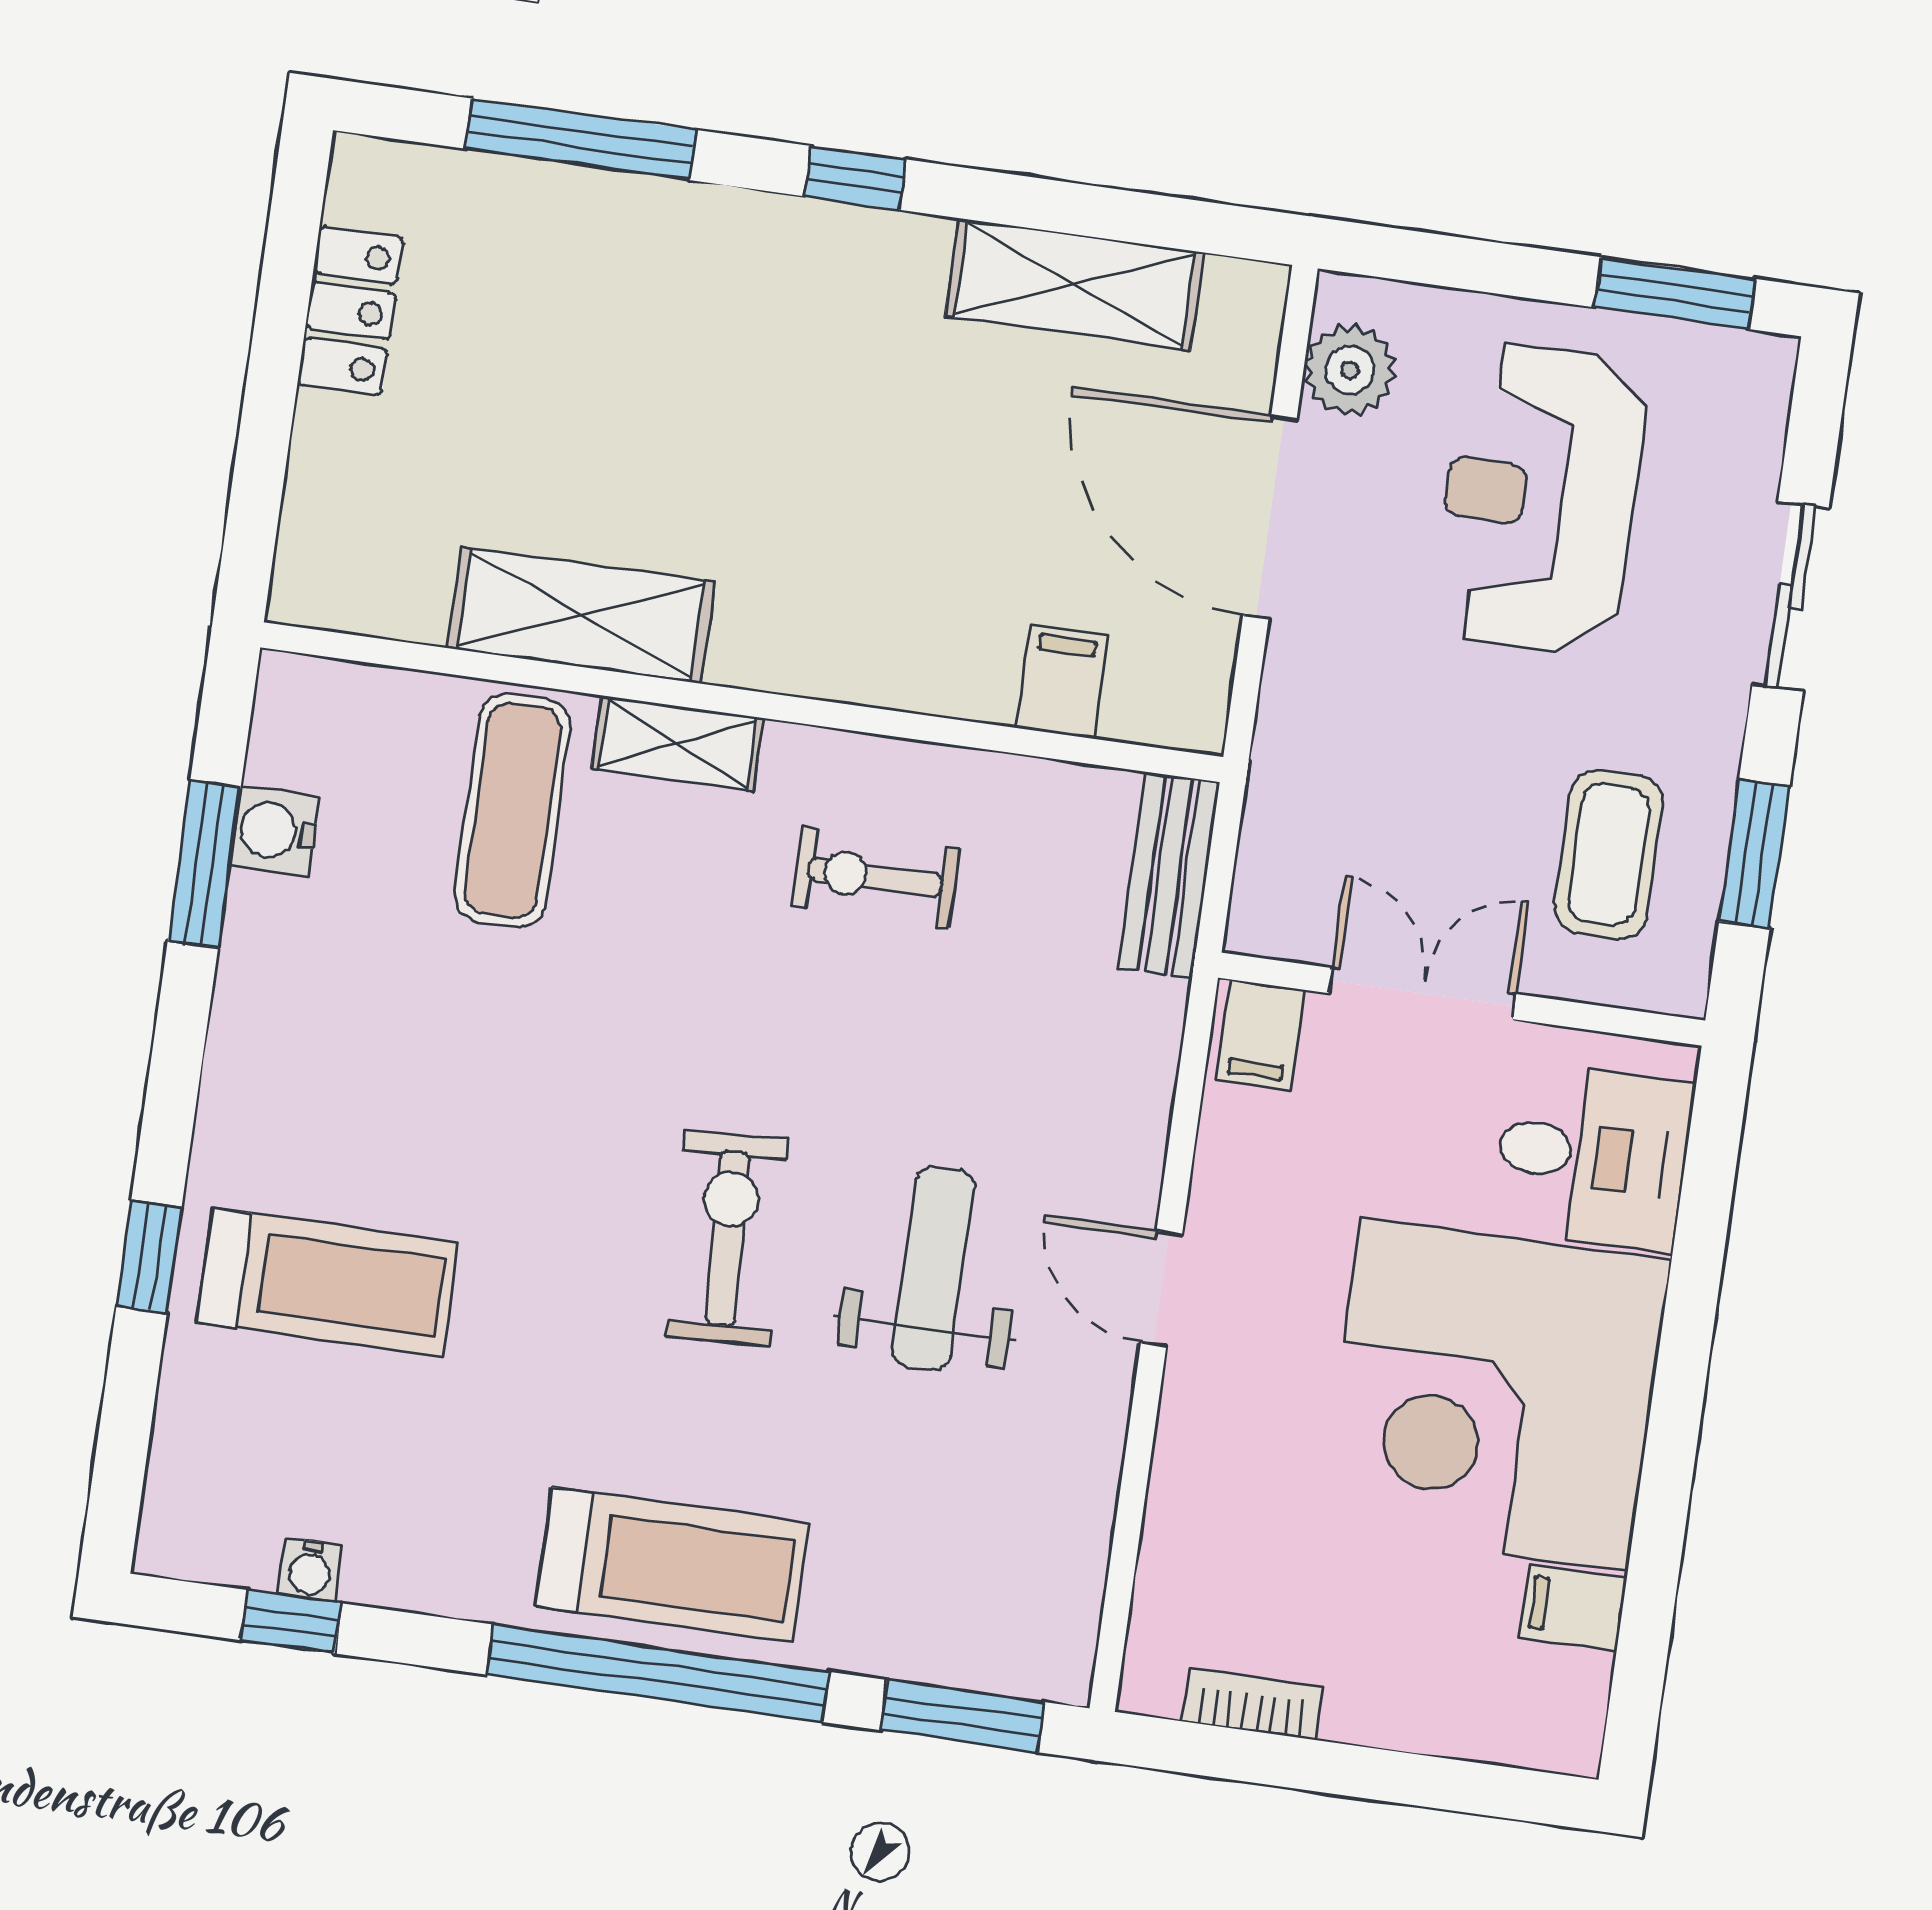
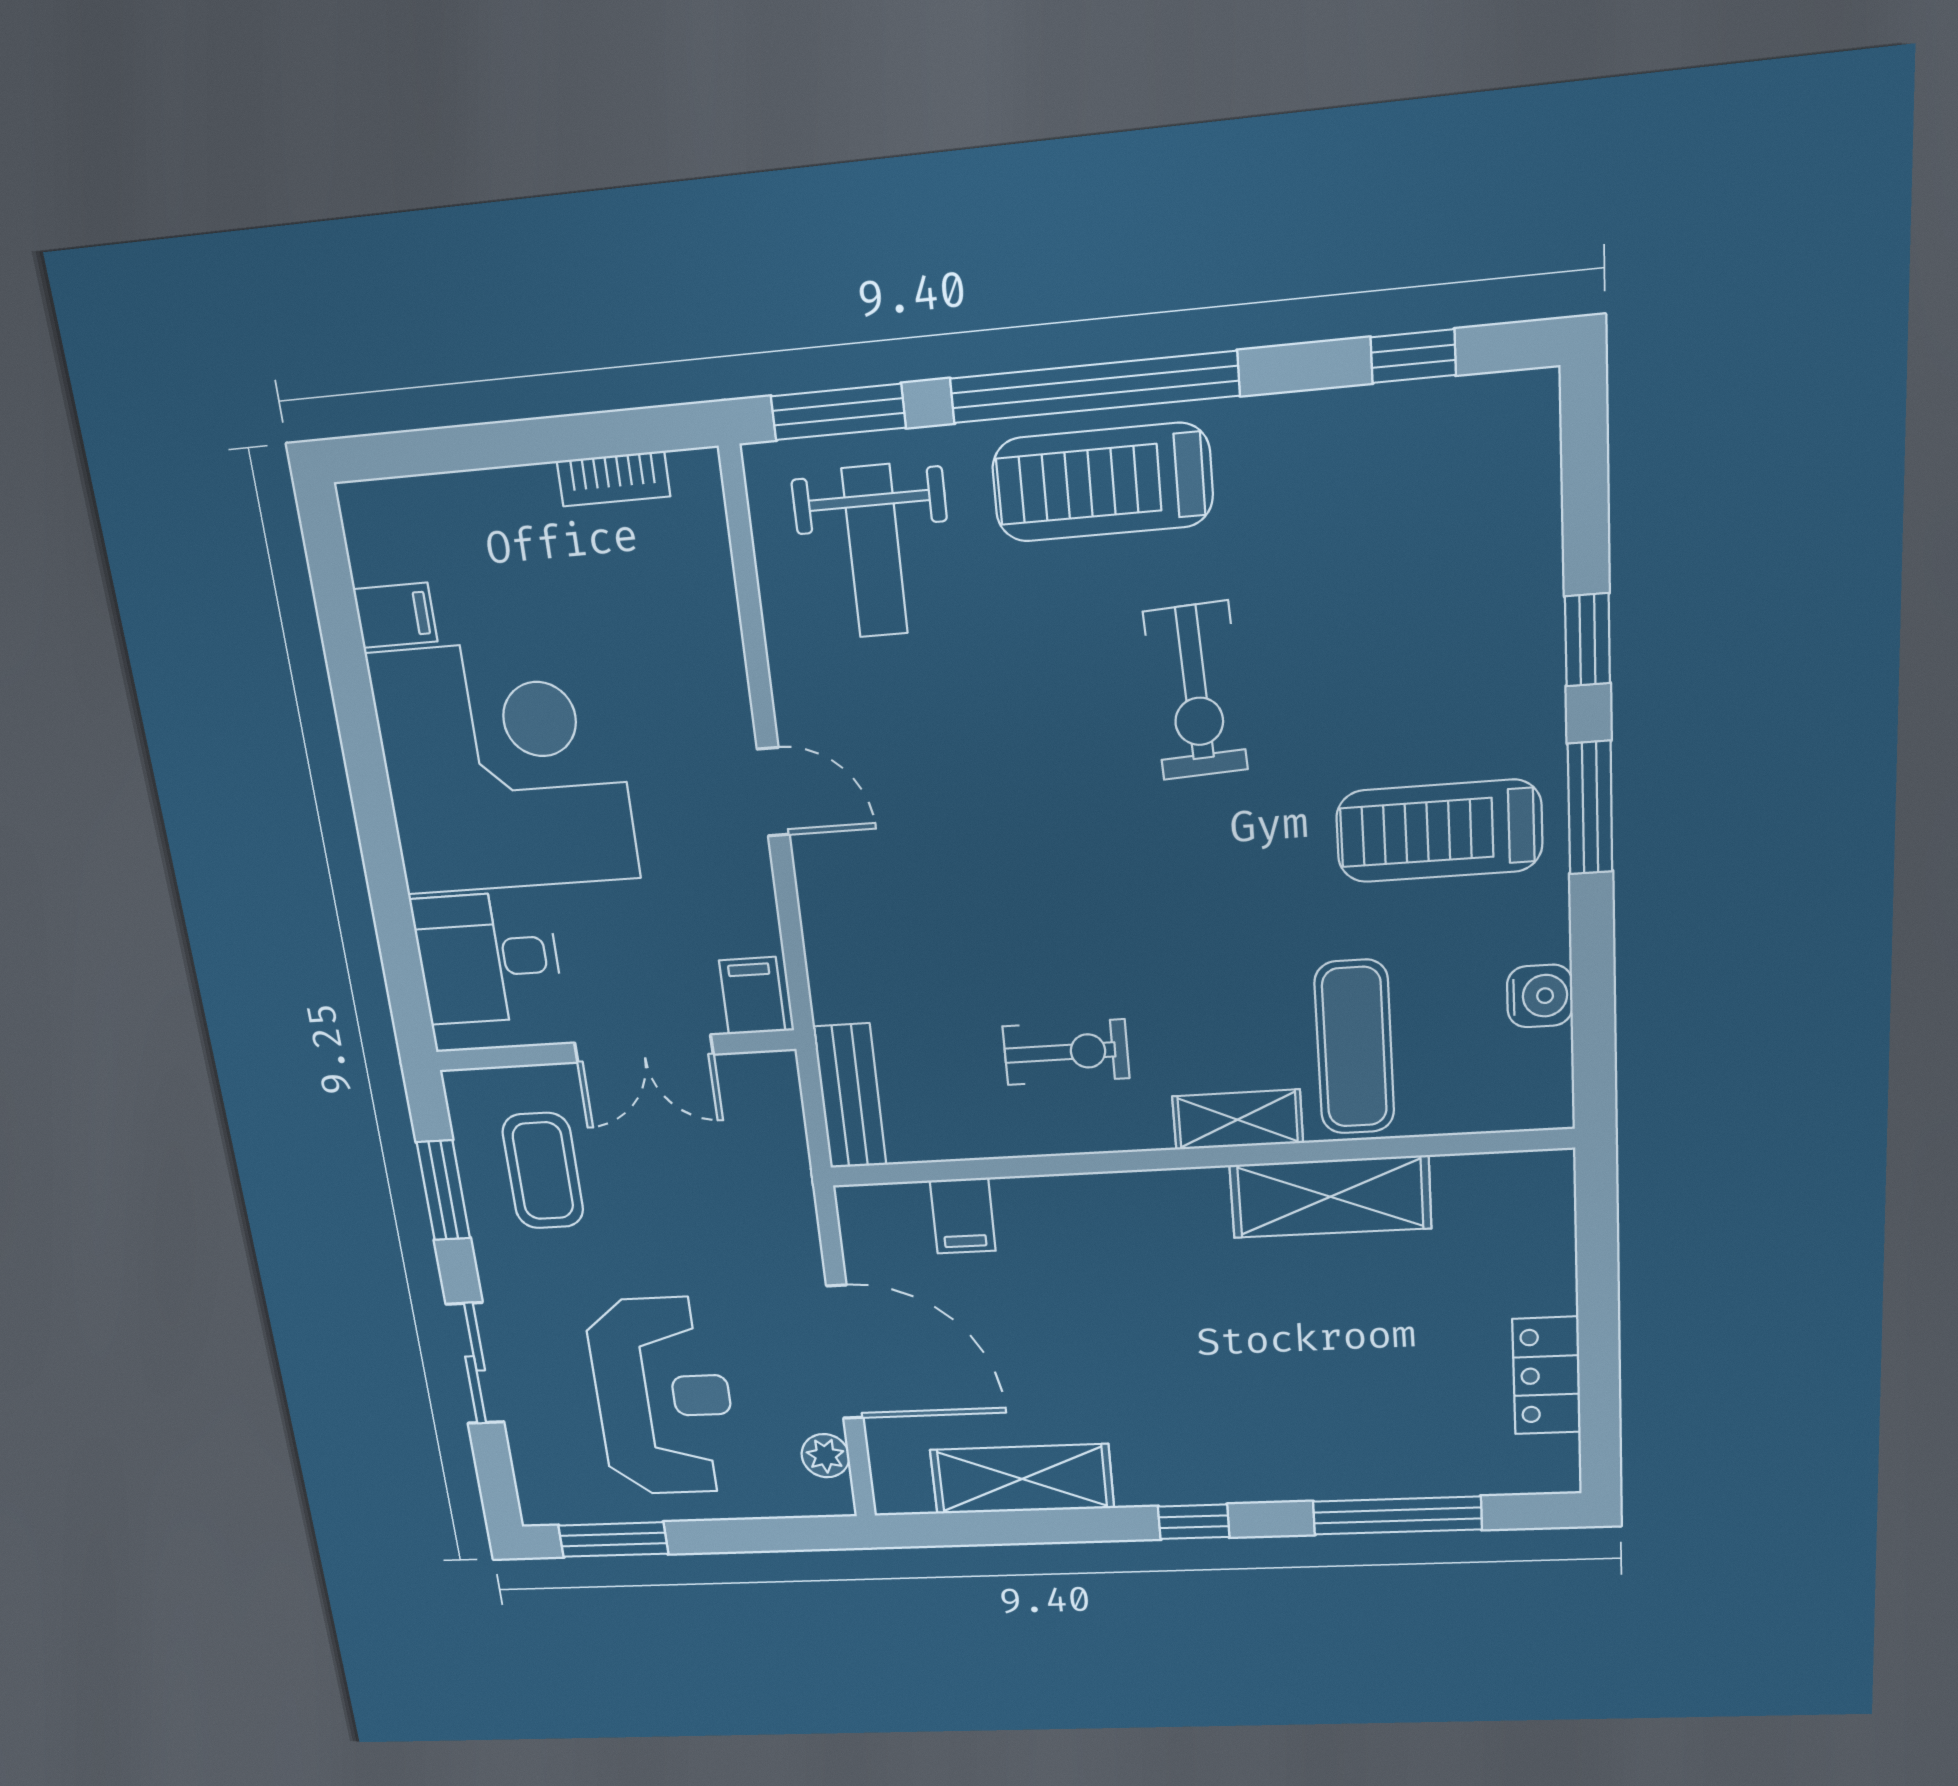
plant: (1350, 370) -> (825, 1456), width x0.73, depth x0.73
window: (204, 864) -> (1590, 808), moved
exercise bike: (728, 1238) -> (1196, 691), moved
weight bench: (933, 1268) -> (875, 551), moved
treadmill: (327, 1282) -> (1439, 831), moved
water cooler: (310, 1570) -> (1405, 406), removed

